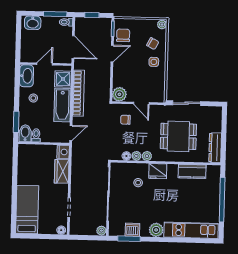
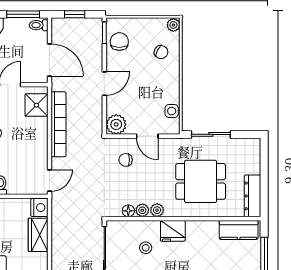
door: (112, 54) -> (104, 84), moved
side table: (154, 62) -> (172, 111), moved
bathtub: (62, 105) -> (37, 142), removed
kitchen counter: (192, 171) -> (239, 230), moved

